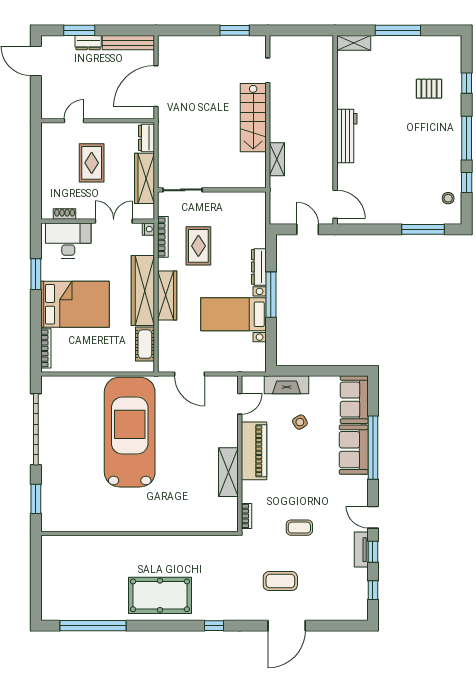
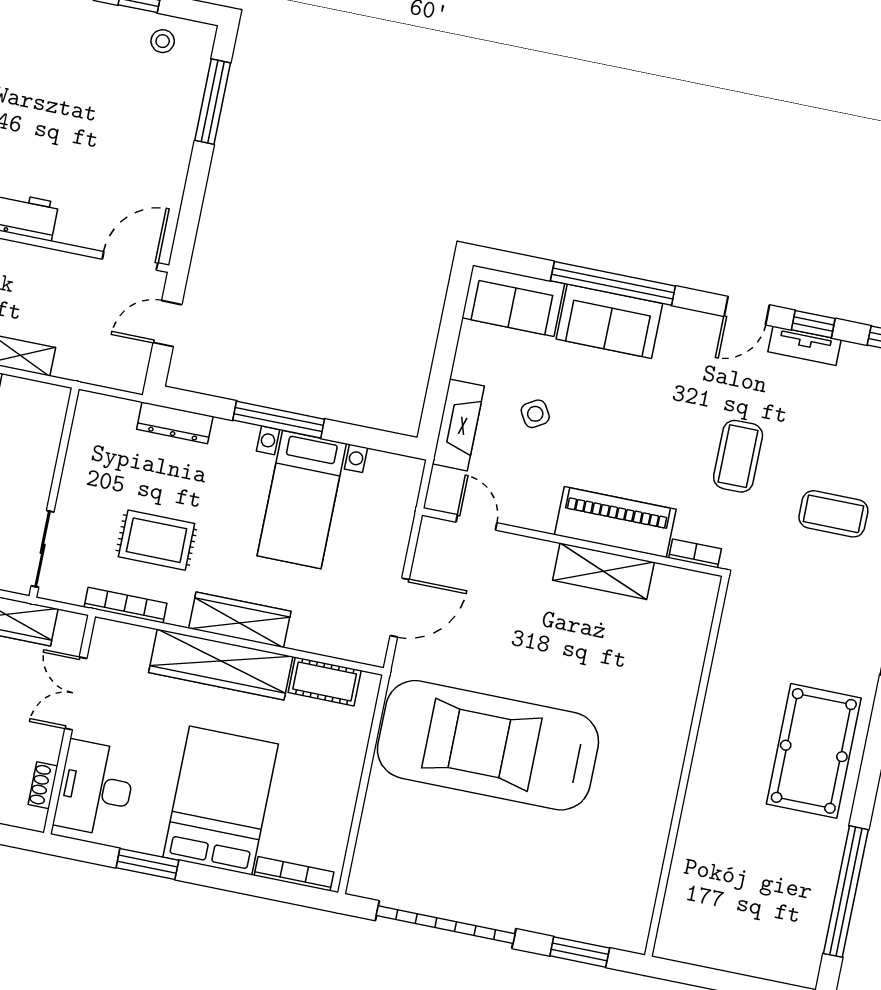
nightstand: (148, 229) -> (105, 630), removed
dresser: (259, 267) -> (175, 423), moved
piano: (254, 451) -> (615, 522), moved
coffee table: (299, 528) -> (738, 456), width x1.36, depth x1.30
coffee table: (280, 581) -> (833, 514), turned 90

